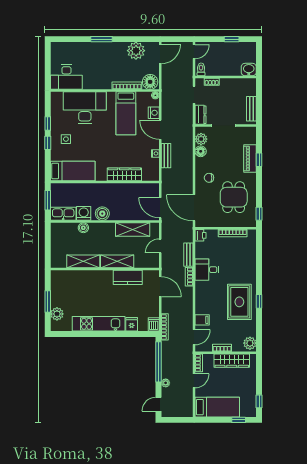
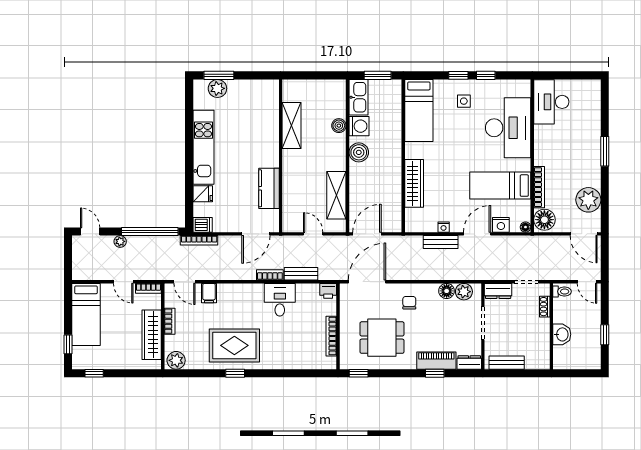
washbasin: (249, 70) -> (562, 334), moved
dresser: (251, 135) -> (469, 362), added
shelving: (117, 261) -> (291, 173), removed
window: (48, 301) -> (219, 75), moved

